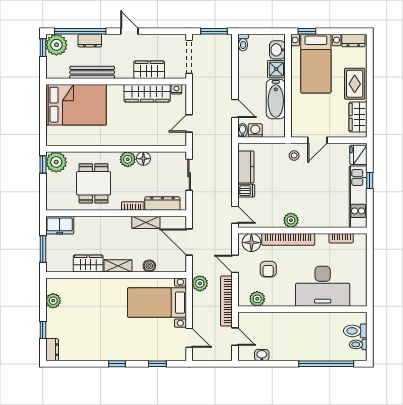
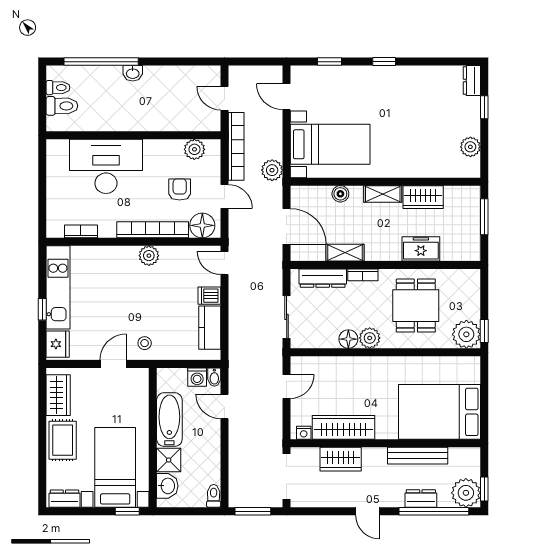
freezer: (60, 225) -> (421, 249), moved
washbasin: (262, 355) -> (133, 73), moved

